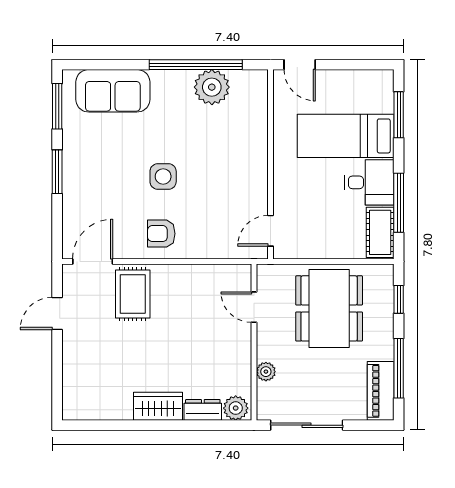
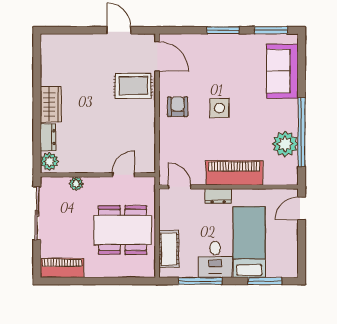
piano: (251, 156) -> (234, 173), added
dresser: (283, 178) -> (218, 196), added
cot: (380, 232) -> (169, 249), moved, turned 90
window: (399, 299) -> (129, 281), removed
window: (399, 368) -> (79, 281), removed

